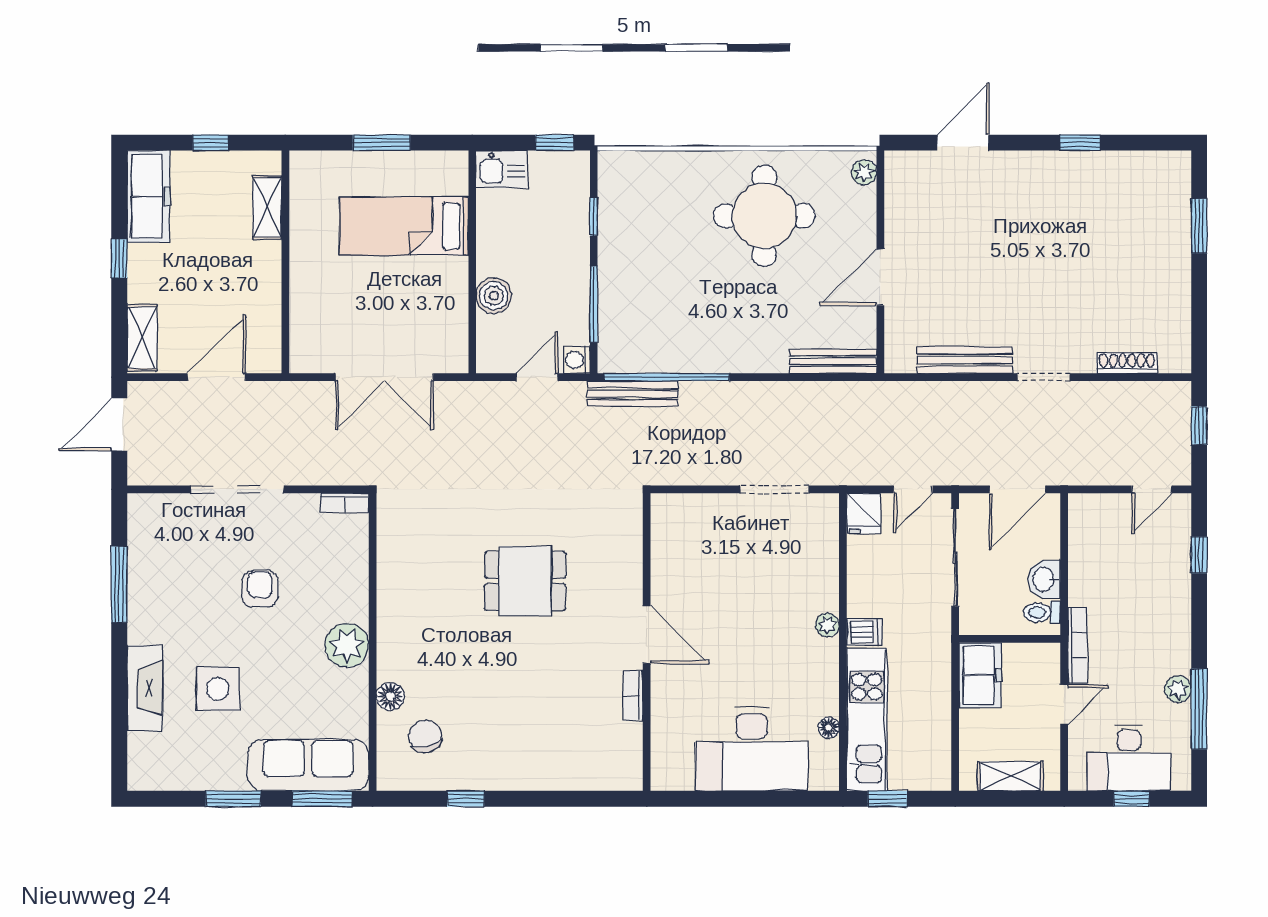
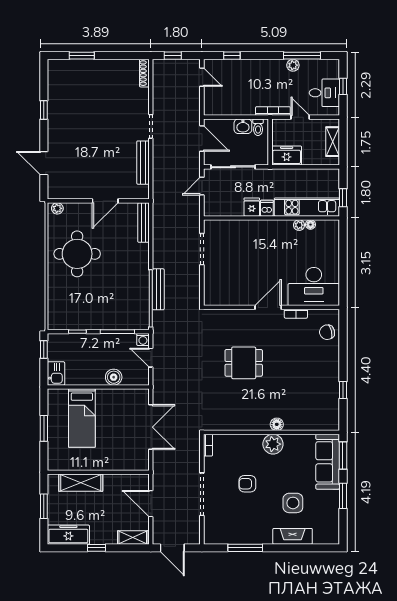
window: (211, 143) -> (44, 506), width x1.50
shelving: (267, 208) -> (81, 483), width x1.50, depth x1.33
door: (880, 277) -> (105, 201), hinge flipped
shoe rack: (1127, 363) -> (144, 73), moved
bench: (633, 394) -> (158, 289), moved
door: (913, 489) -> (202, 186), swing flipped
fridge: (864, 513) -> (252, 207), moved, turned -90
dining table: (525, 581) -> (244, 363), turned 90
plant: (827, 625) -> (299, 225), moved
floor lamp: (390, 696) -> (277, 424), moved
chair: (425, 736) -> (327, 332), moved
desk: (752, 749) -> (314, 287), moved, turned 90
desk: (1129, 758) -> (324, 93), width x0.73

